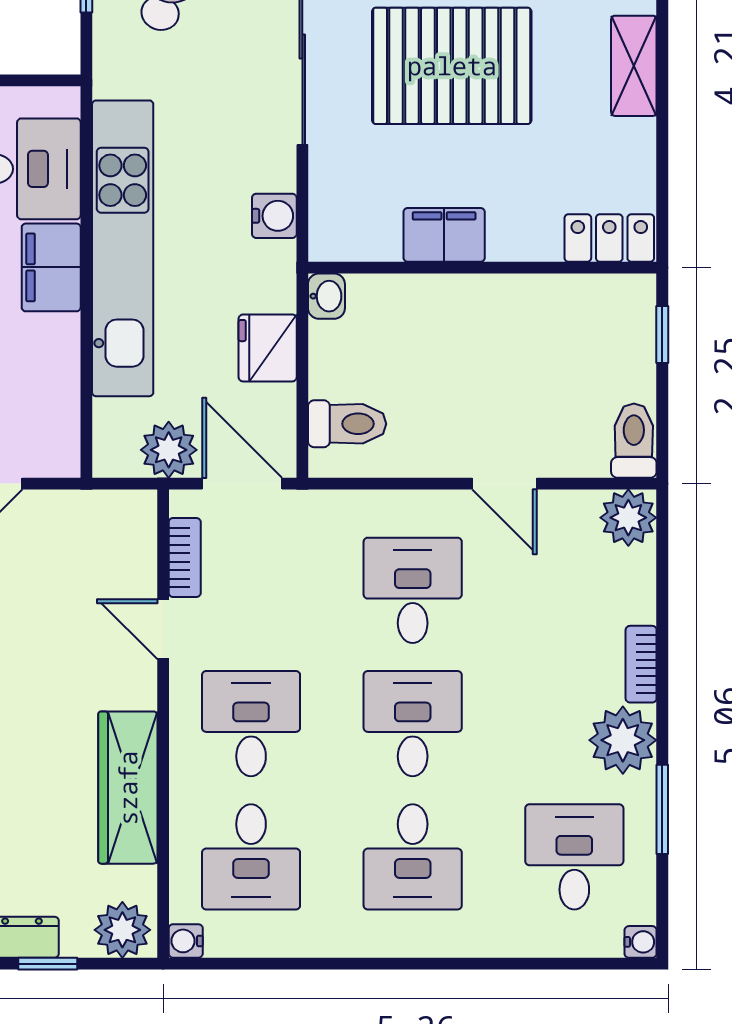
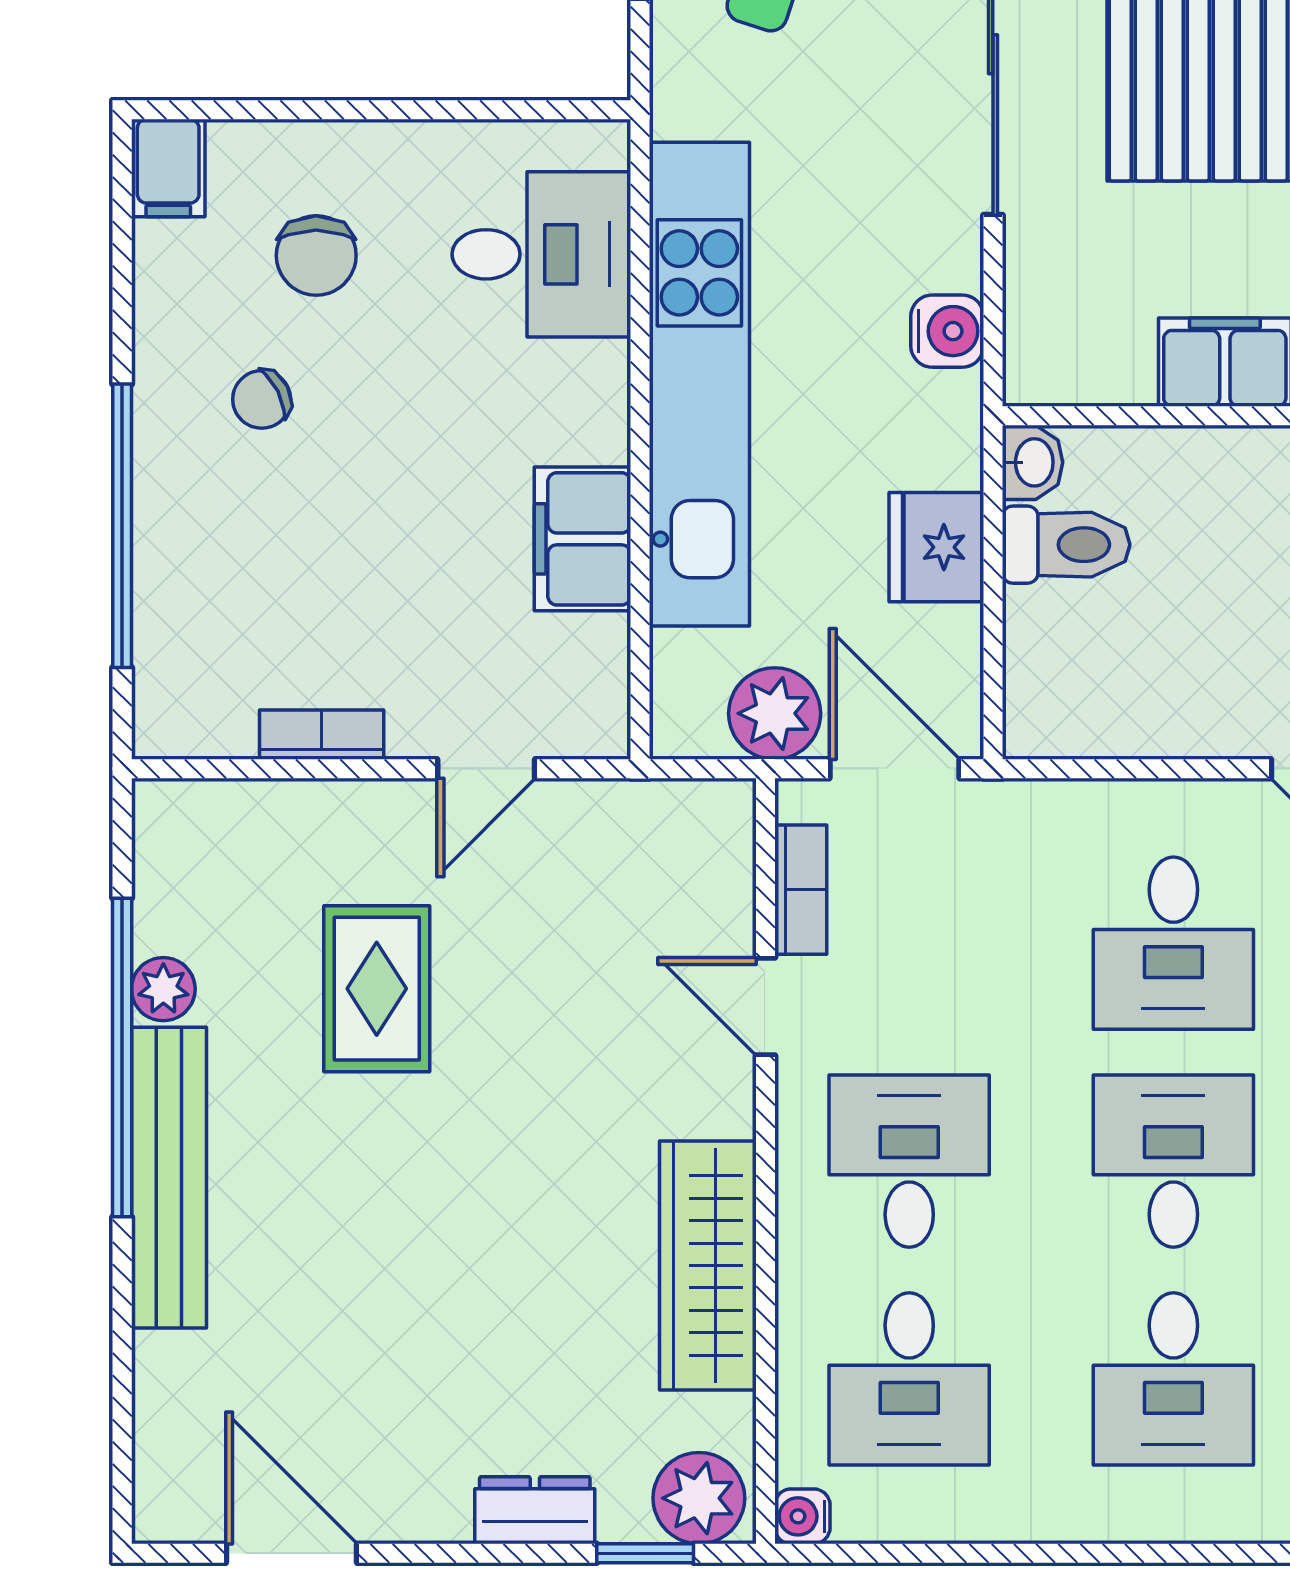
filing cabinet: (51, 267) -> (582, 539), moved
toilet: (347, 424) -> (1066, 545), moved
desk: (413, 590) -> (1173, 943), turned 180
window: (48, 964) -> (645, 1553), moved

